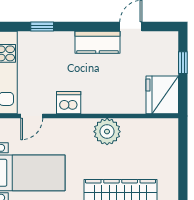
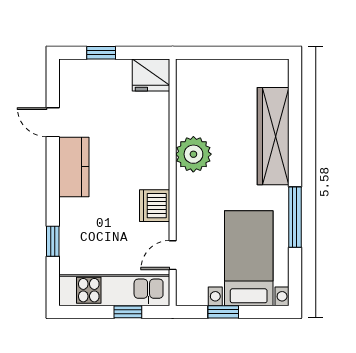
fridge: (162, 95) -> (151, 75), width x0.73, depth x0.75
door: (32, 116) -> (173, 255), swing flipped

